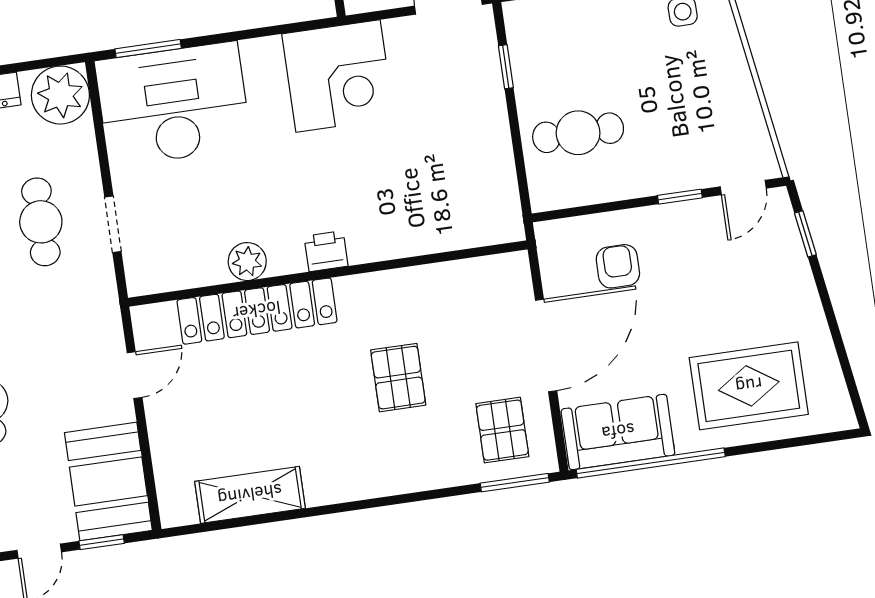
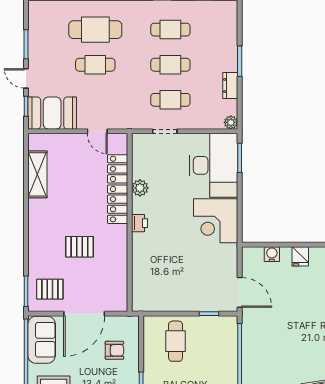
corner desk: (338, 76) -> (216, 221), moved
plant: (60, 95) -> (231, 122), width x0.53, depth x0.53
door: (546, 346) -> (84, 314), hinge flipped

